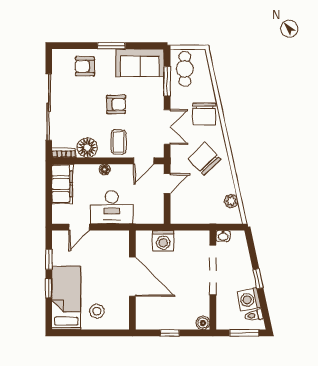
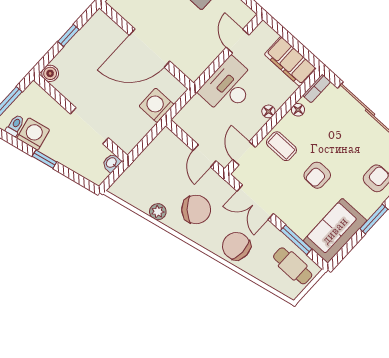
floor lamp: (87, 148) -> (298, 110), width x0.53, depth x0.53
plant: (231, 201) -> (158, 212), moved
doorway: (213, 270) -> (89, 126), width x0.73

